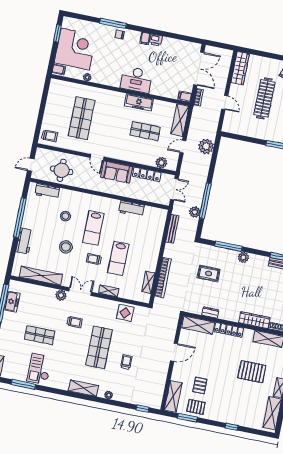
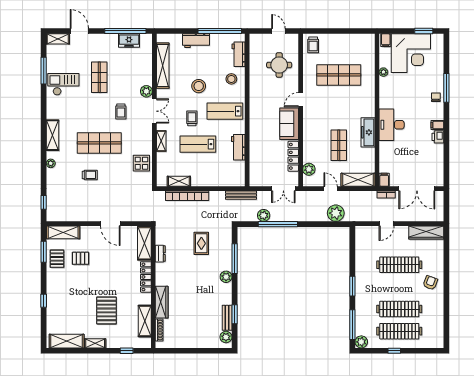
workbench: (47, 191) -> (239, 54), moved
wall: (99, 194) -> (247, 110), moved
workbench: (131, 209) -> (238, 147), moved

